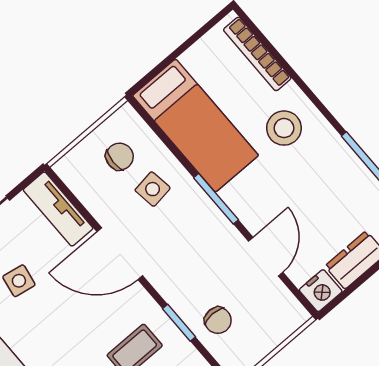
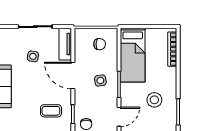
stool: (284, 128) -> (154, 100), moved
side table: (153, 189) -> (100, 81), moved

